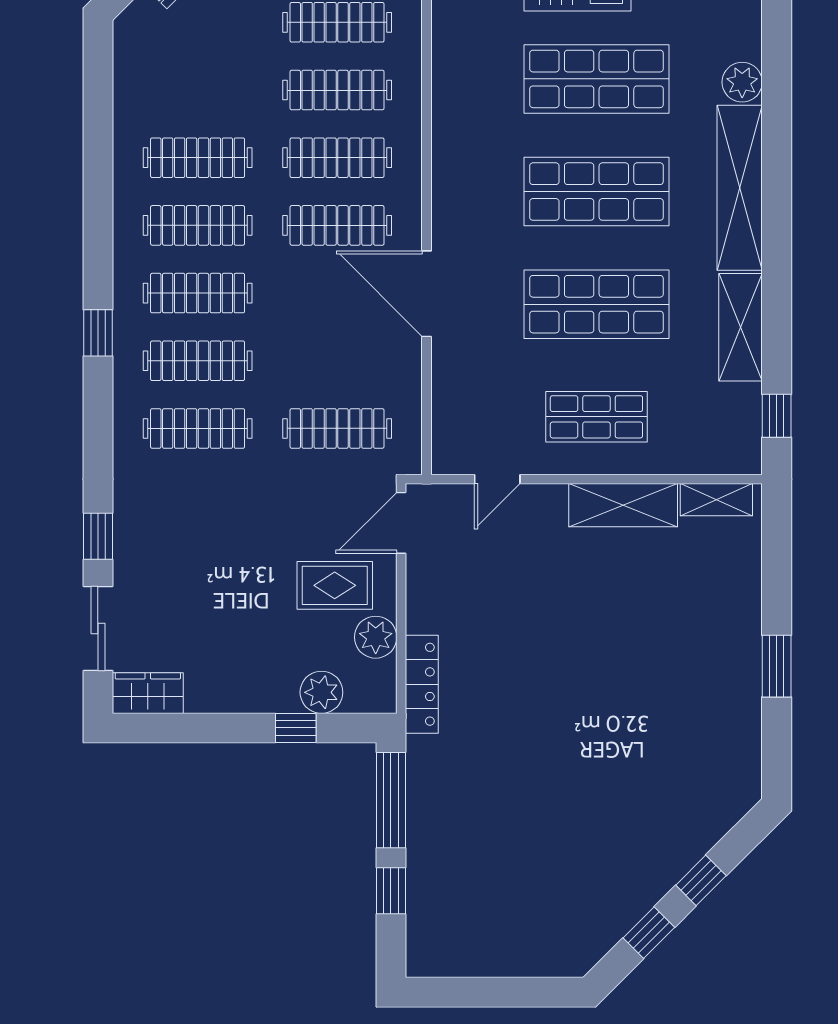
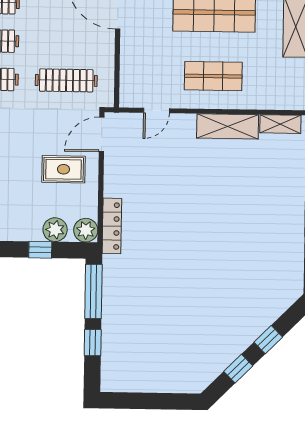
plant: (376, 637) -> (86, 230), moved

